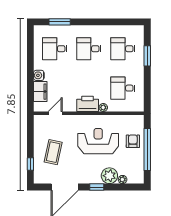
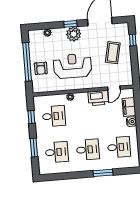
window: (60, 22) -> (103, 173), moved
window: (147, 89) -> (31, 117), added
printer: (88, 104) -> (98, 98), moved
reception desk: (98, 141) -> (72, 66), turned 180
plant: (109, 176) -> (74, 34), moved

